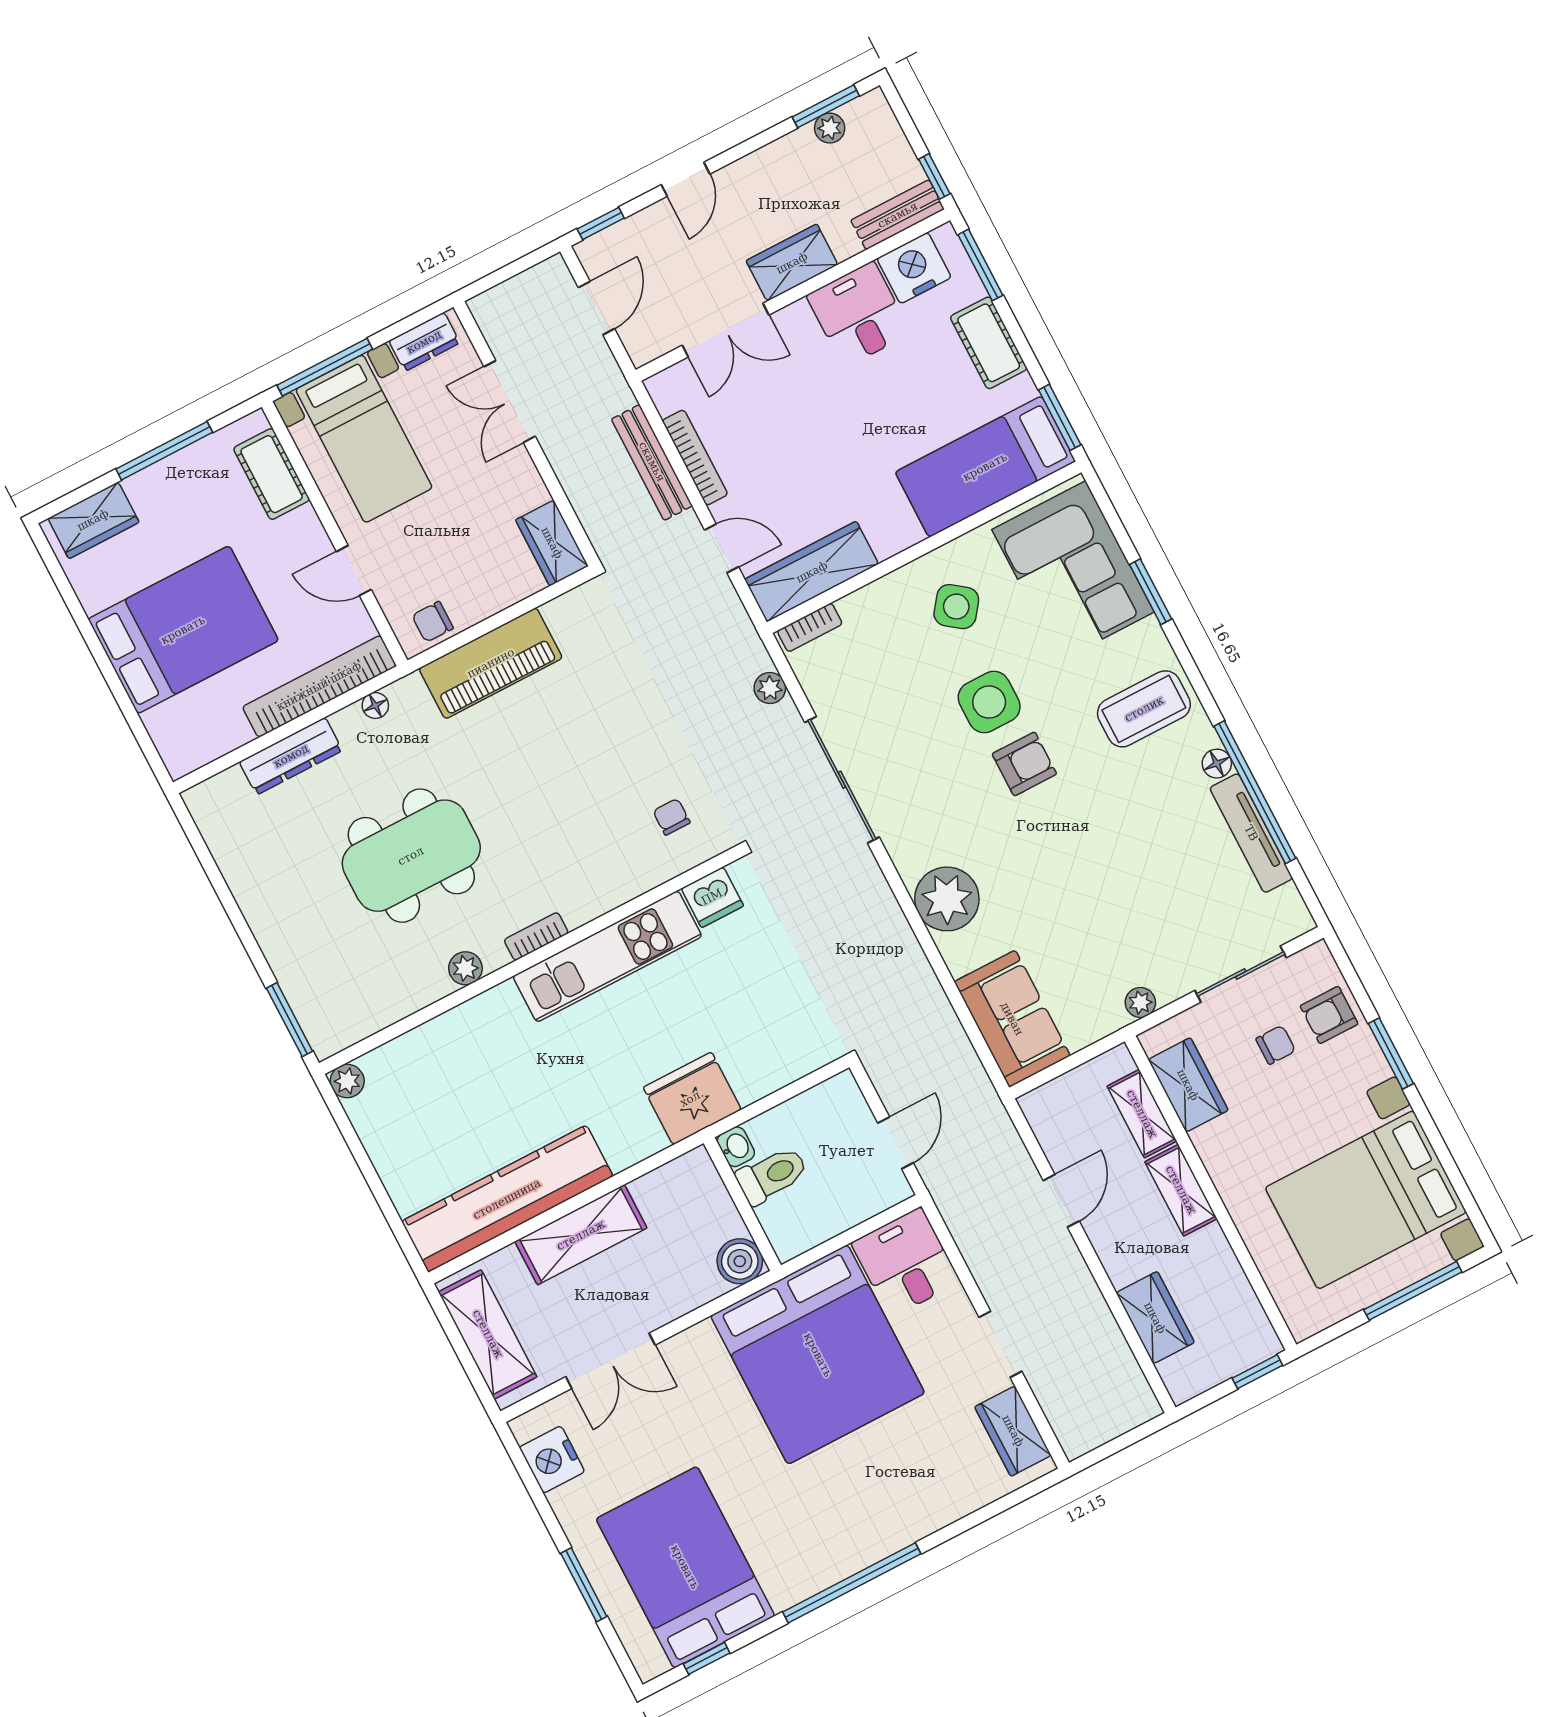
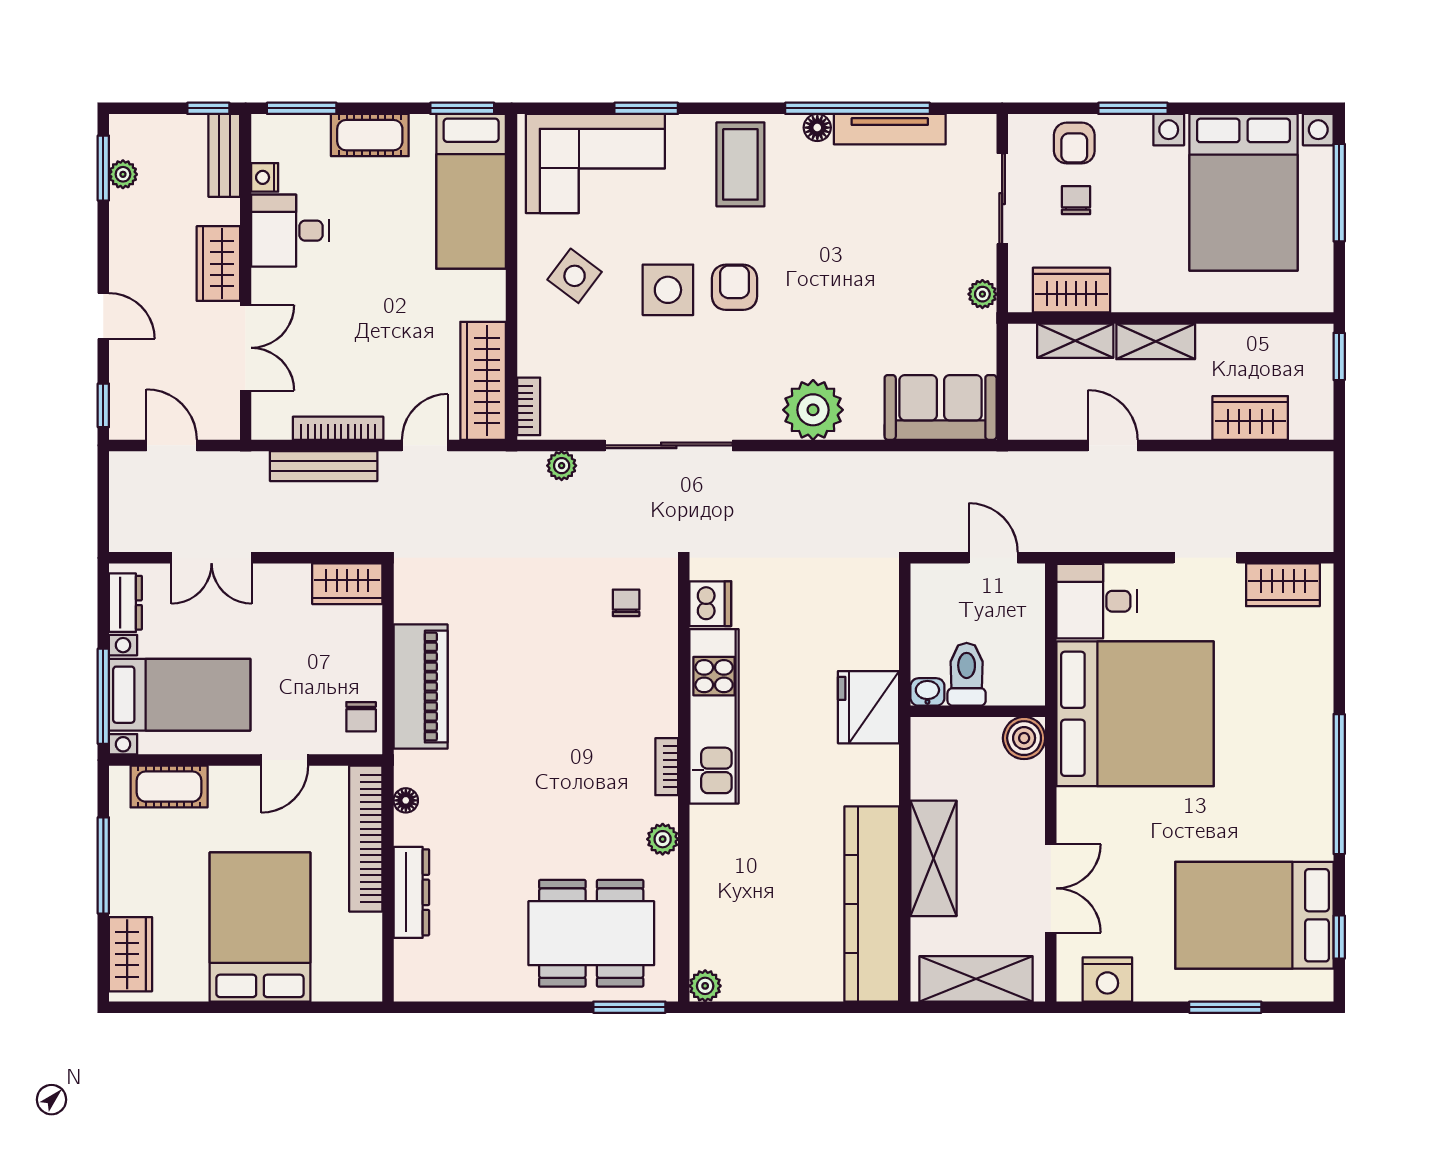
nightstand: (914, 268) -> (265, 177), width x0.53, depth x0.56
chair: (671, 817) -> (626, 603), turned 90
dining table: (411, 856) -> (591, 933), moved, turned 90

